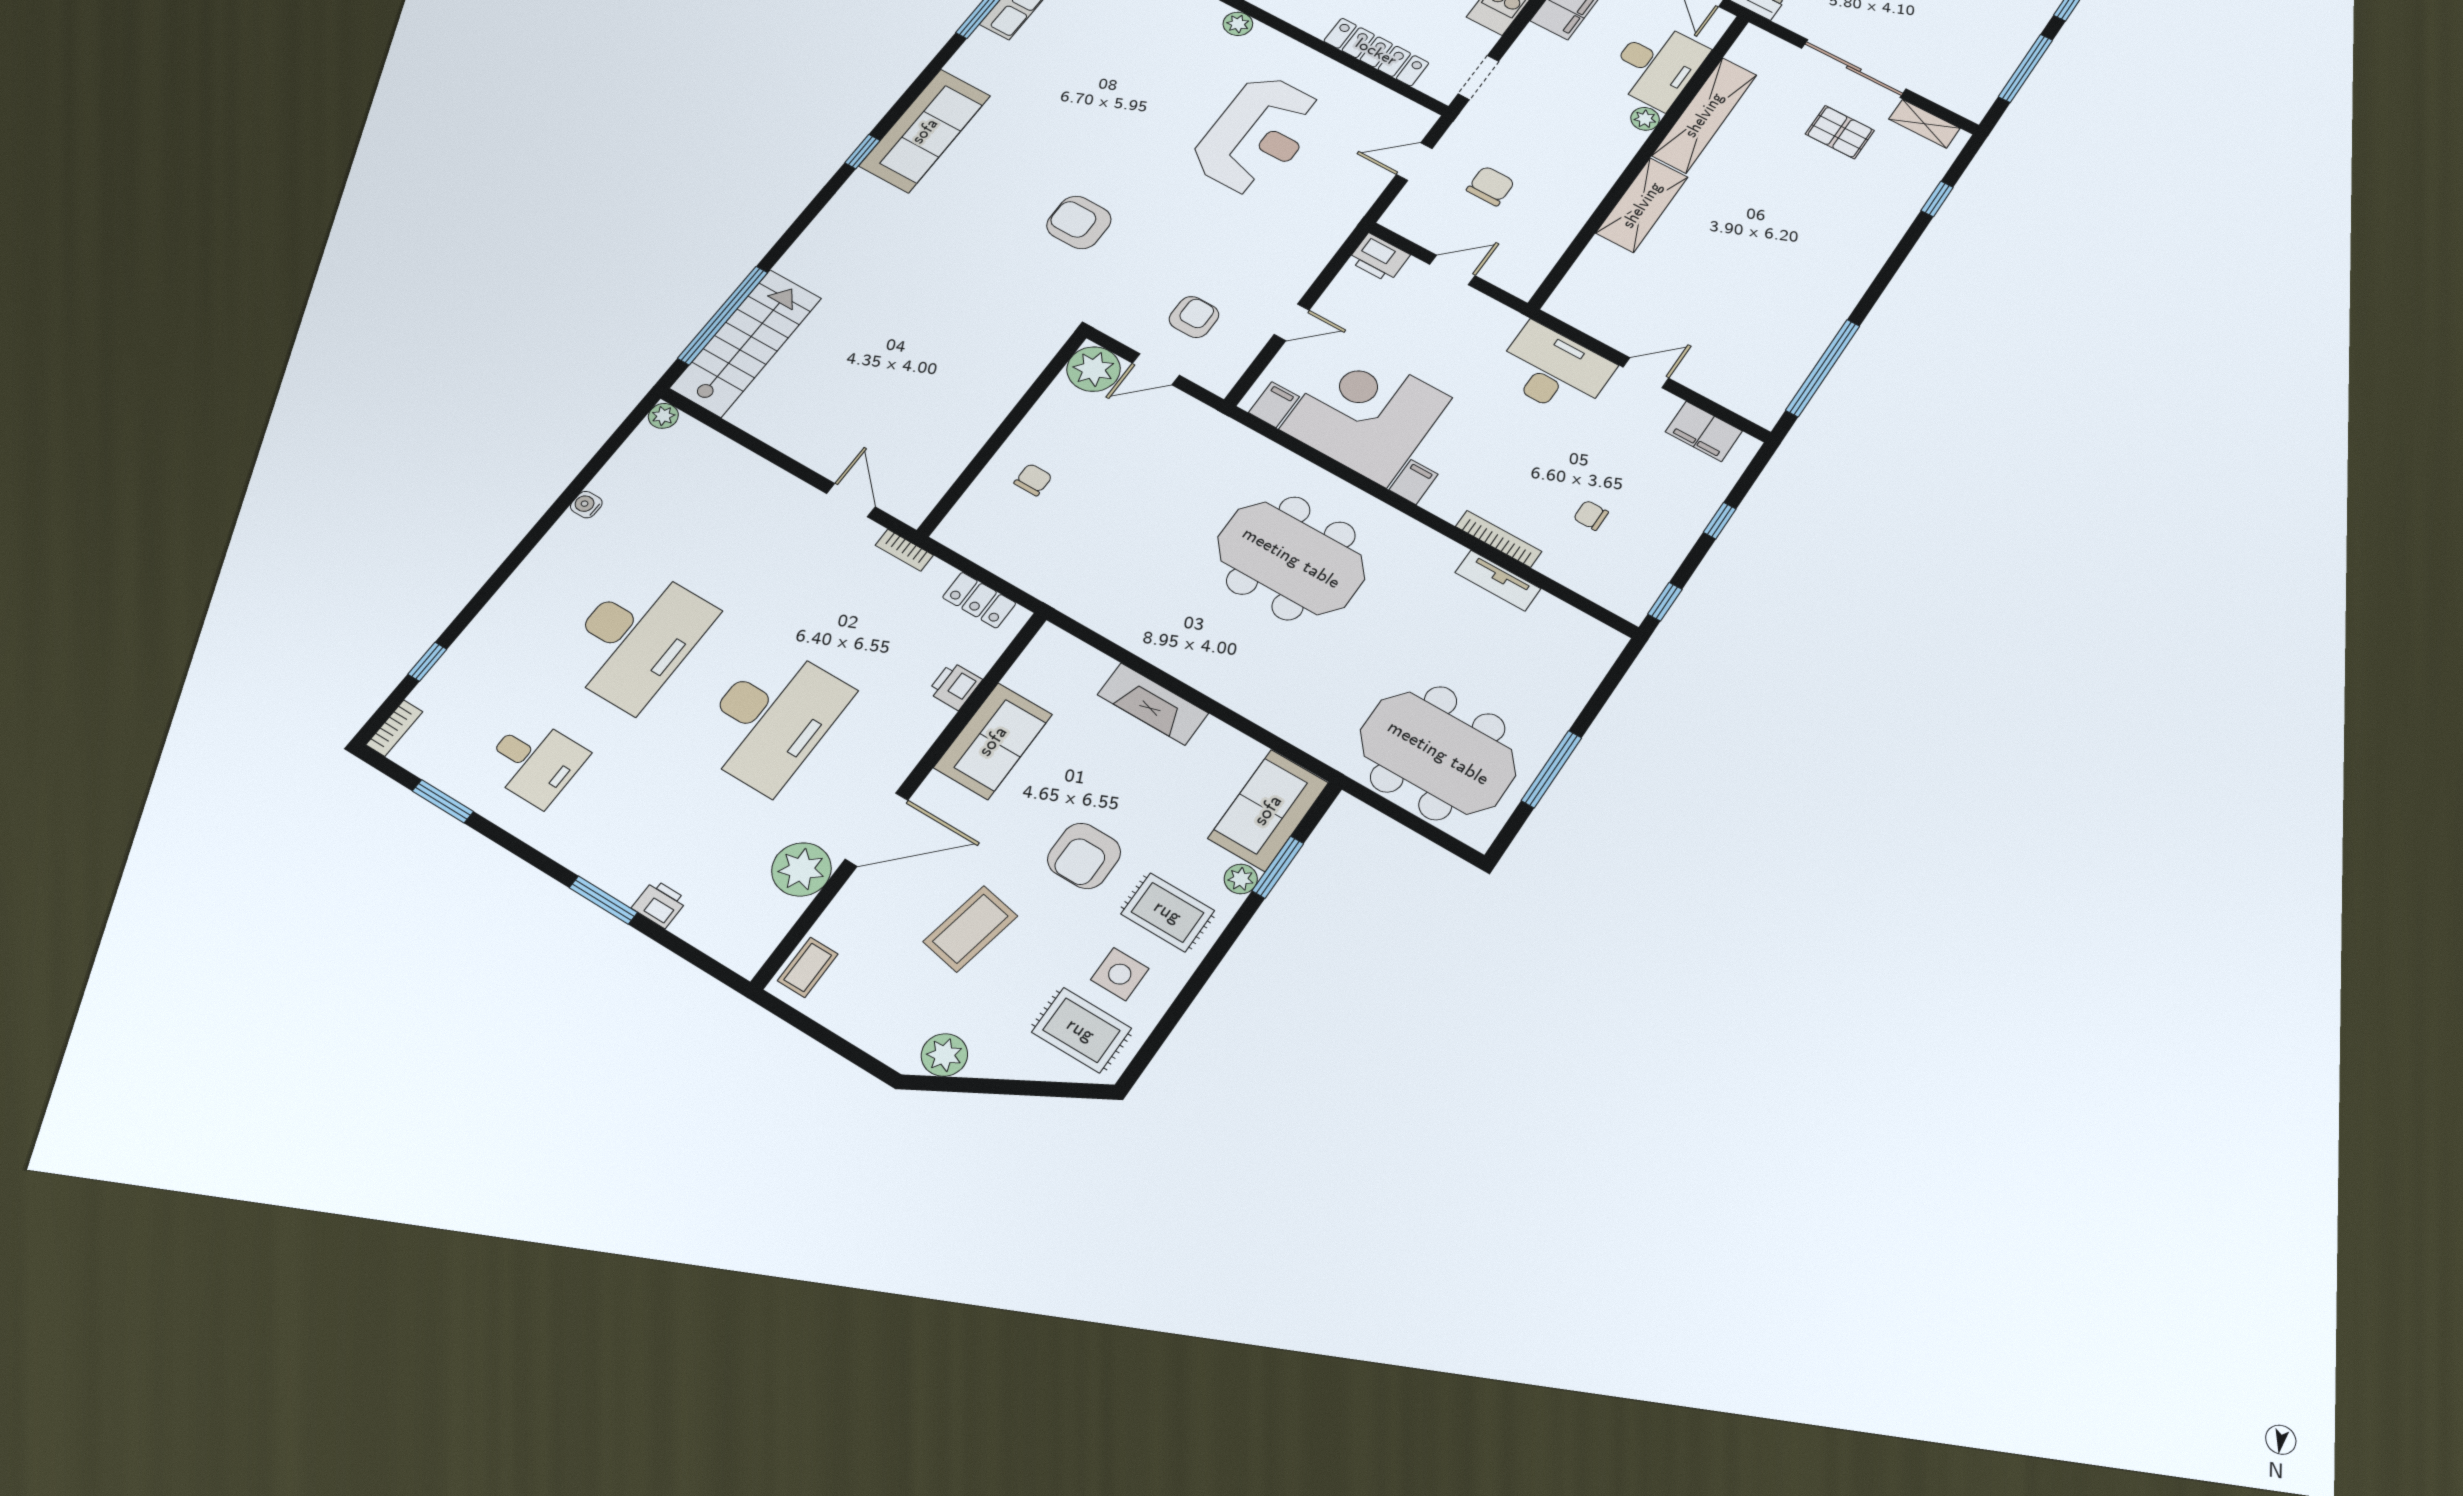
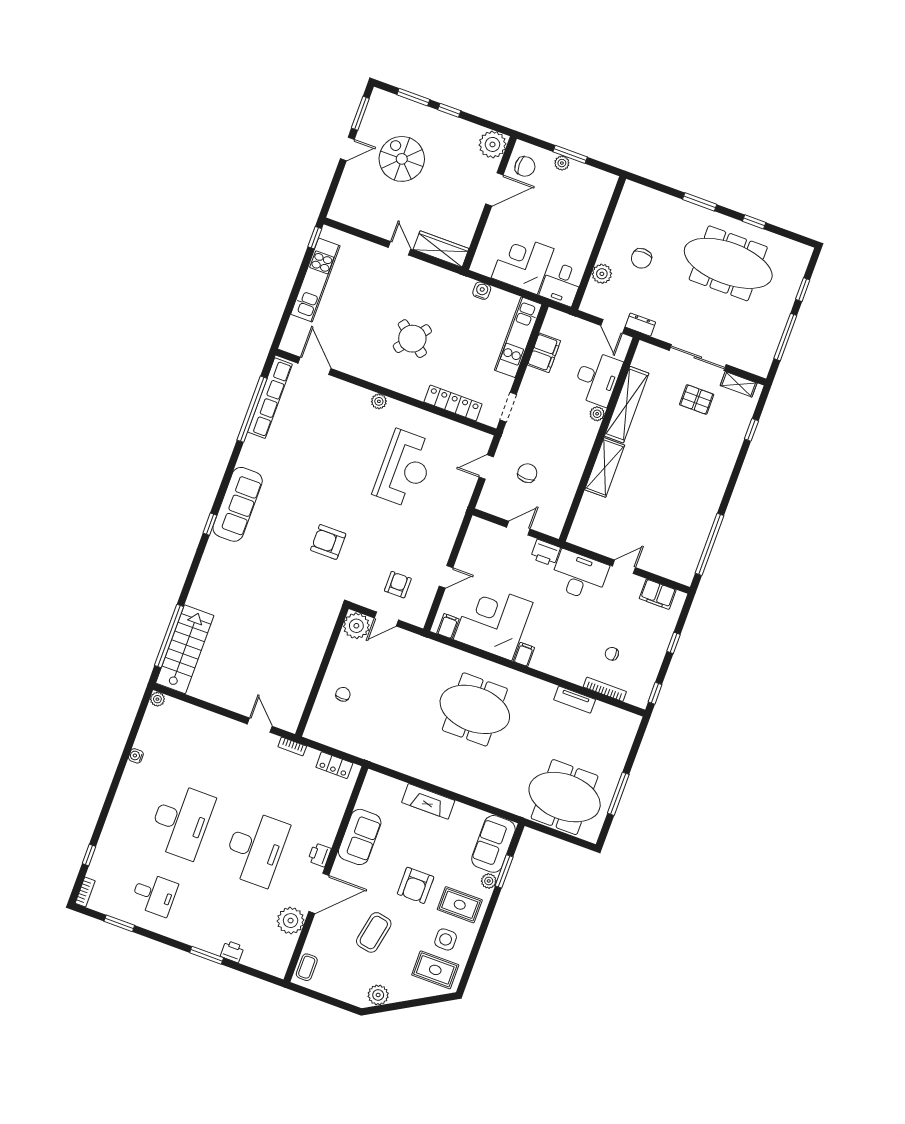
printer: (1379, 258) -> (545, 553), moved
bookcase: (1499, 539) -> (605, 689), moved
printer: (955, 686) -> (319, 855), moved

